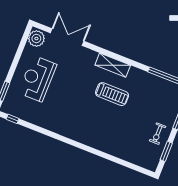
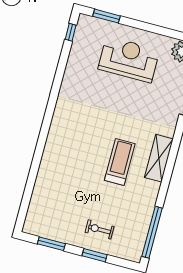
treadmill: (112, 94) -> (120, 162), turned 180
exercise bike: (158, 134) -> (100, 229), moved

